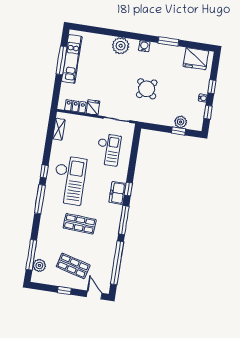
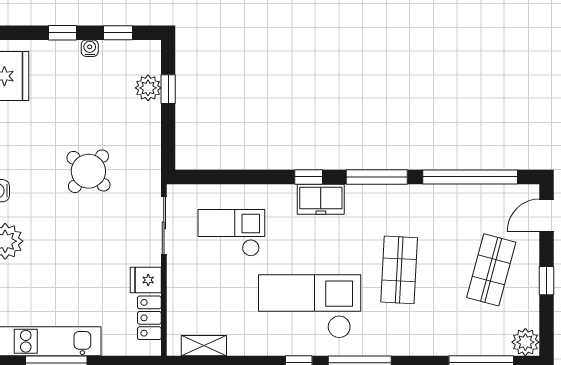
plant: (39, 265) -> (525, 342), moved

